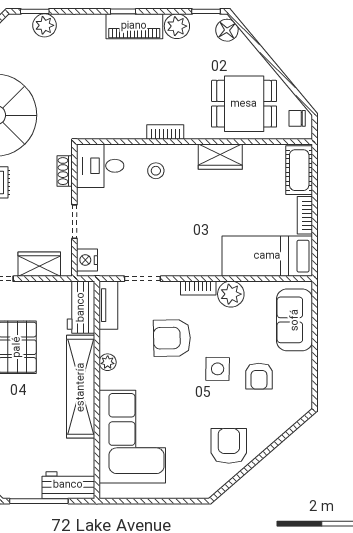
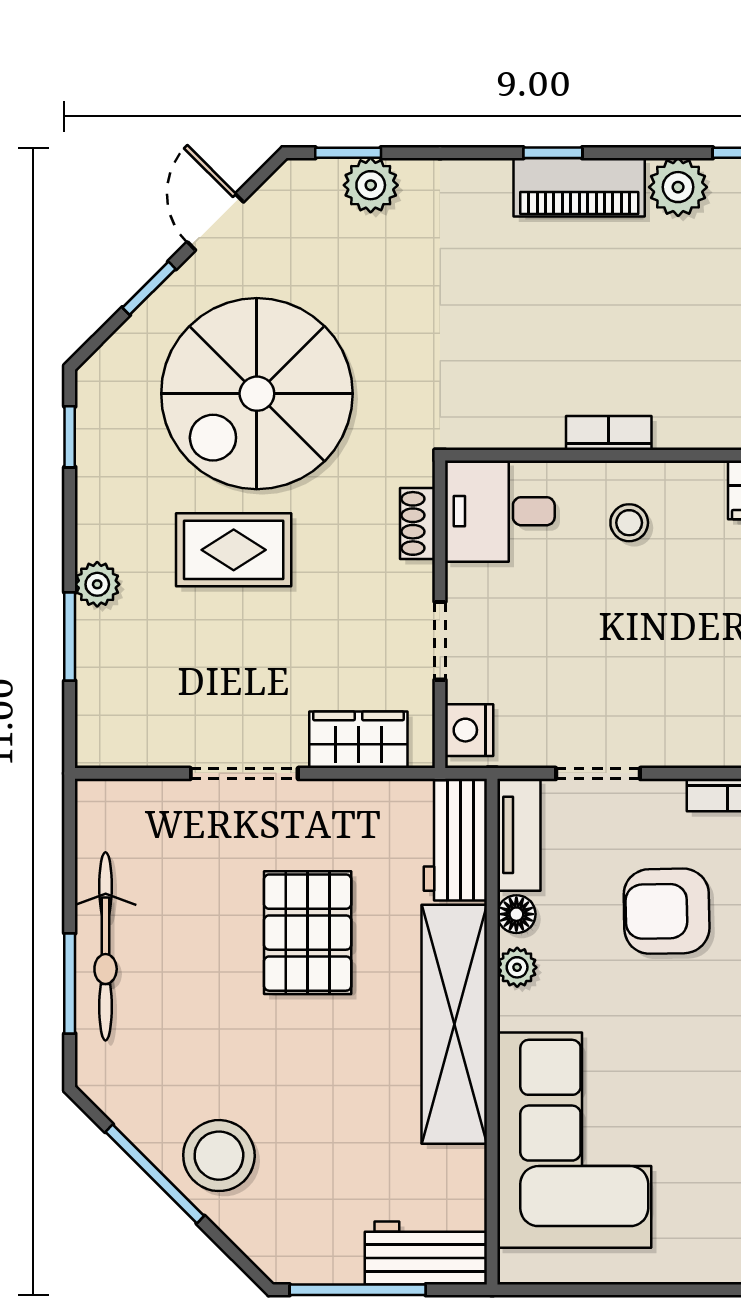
bookcase: (165, 132) -> (609, 433), moved
floor lamp: (107, 339) -> (516, 914), added

